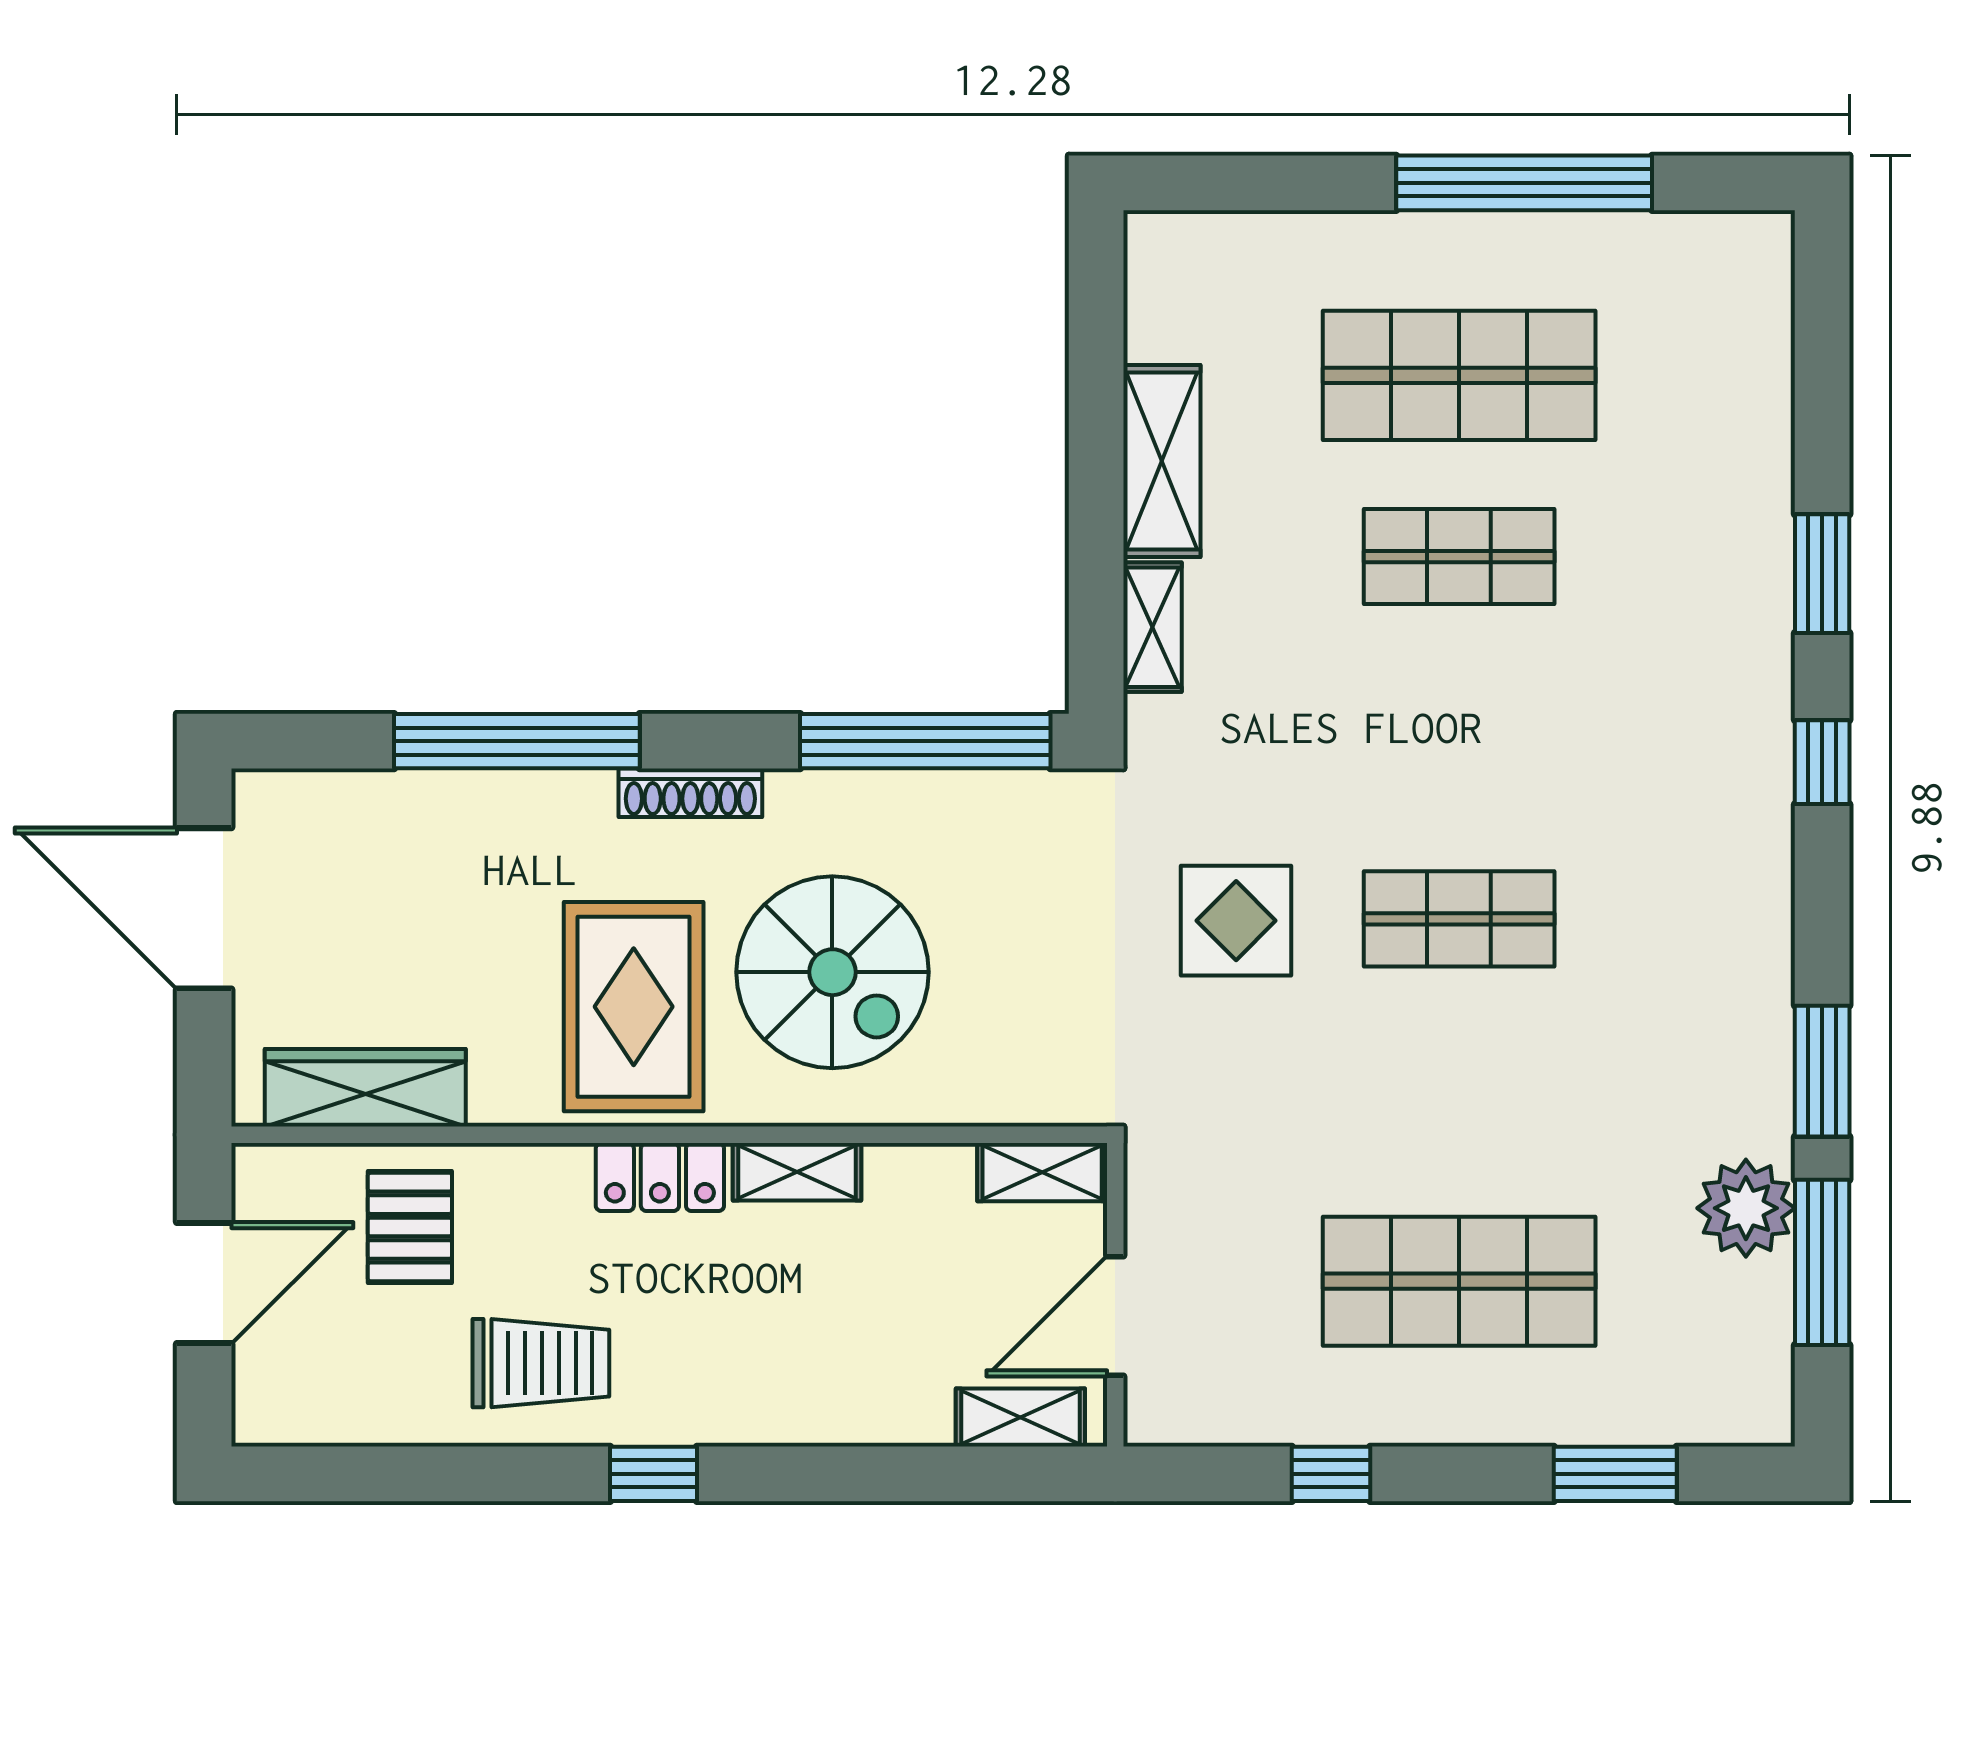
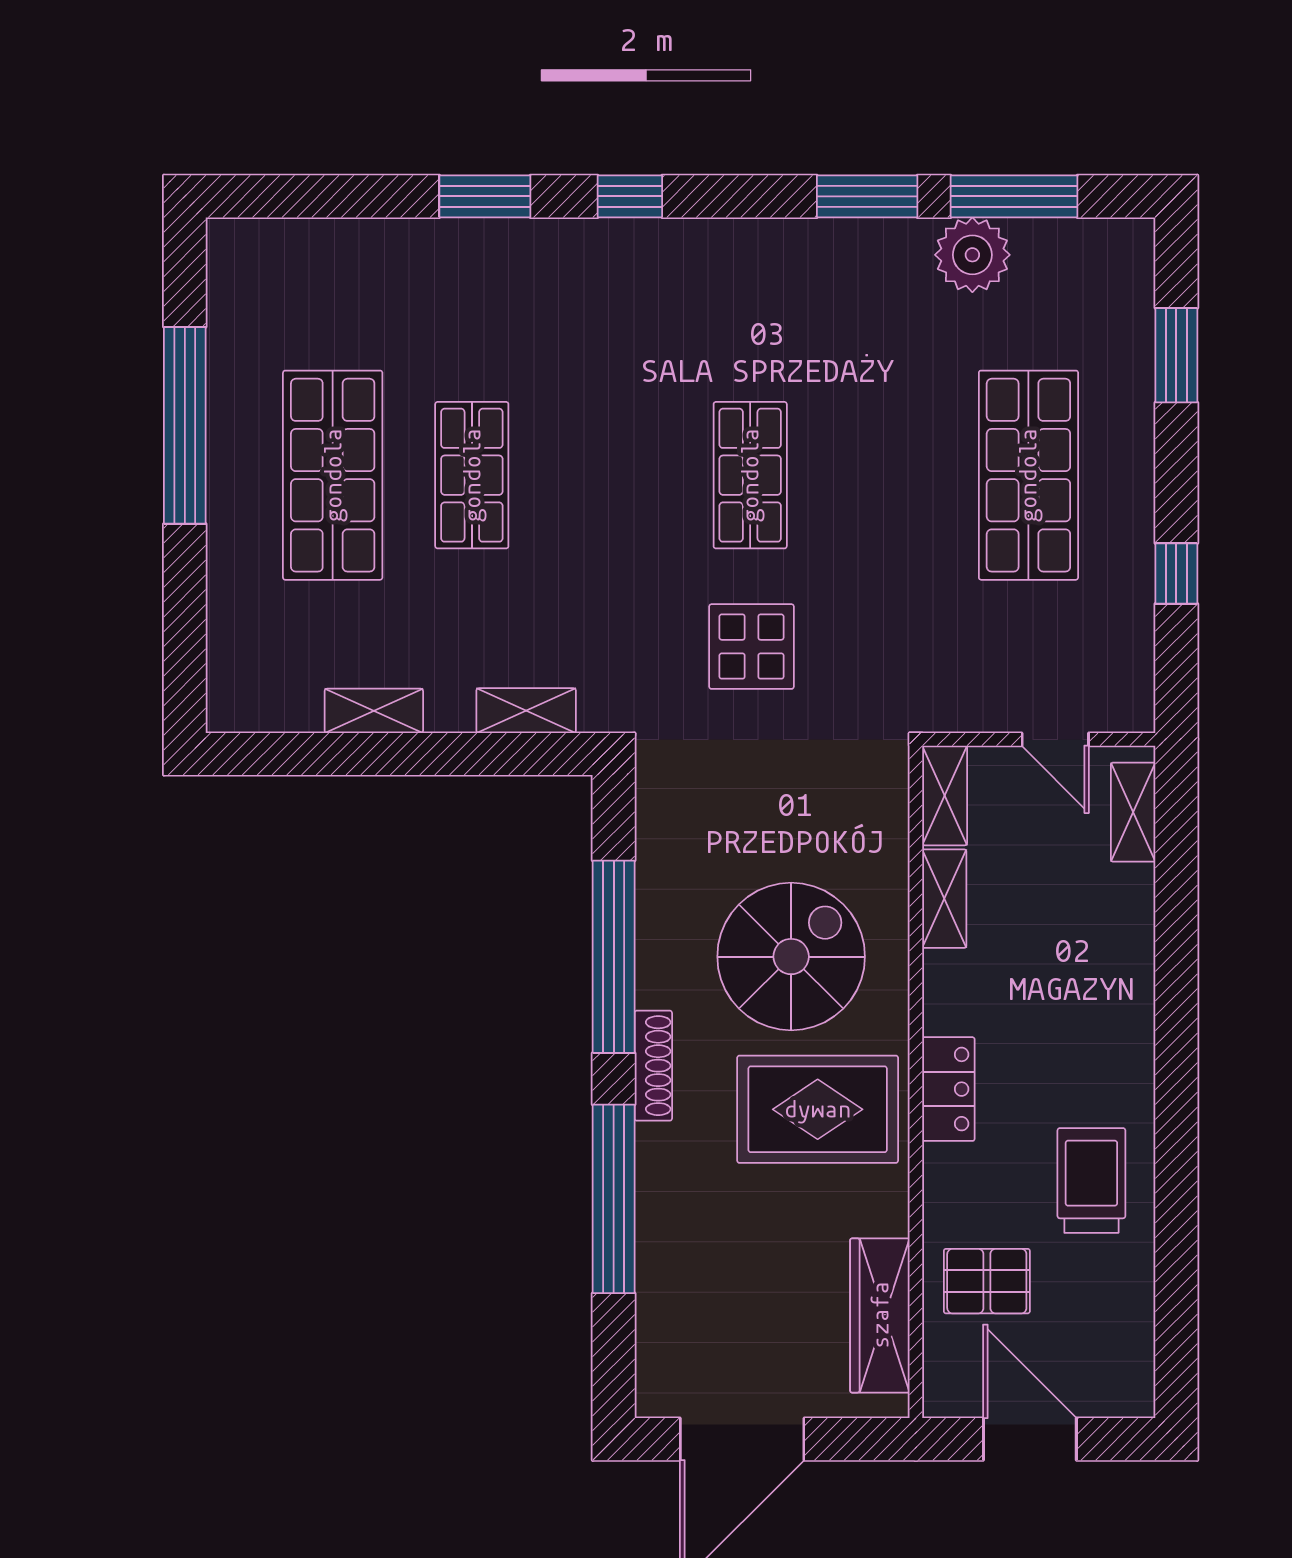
shelving: (1162, 461) -> (374, 711), width x0.67, depth x0.75
window: (925, 741) -> (614, 957), moved
shelving: (797, 1172) -> (944, 899), moved
door: (1115, 1316) -> (1055, 739), width x0.73
window: (654, 1474) -> (1176, 1094), removed

